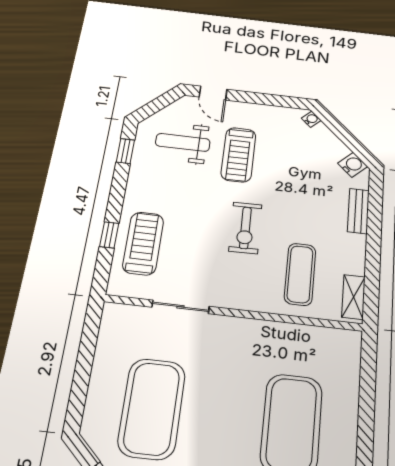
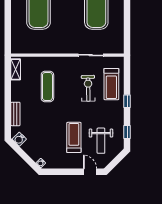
weight bench: (183, 142) -> (101, 141), turned 90
exercise bike: (245, 228) -> (88, 88), moved
window: (109, 235) -> (127, 101), moved
exercise mat: (300, 274) -> (47, 86), moved

